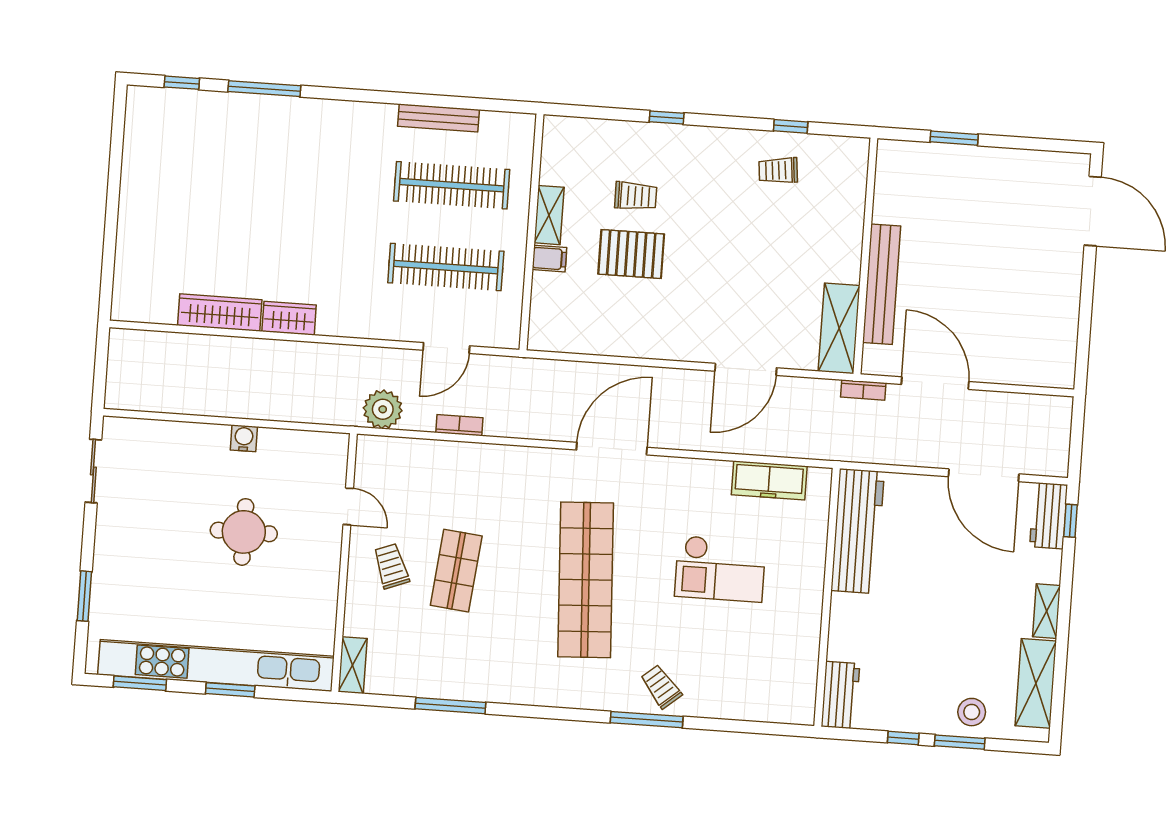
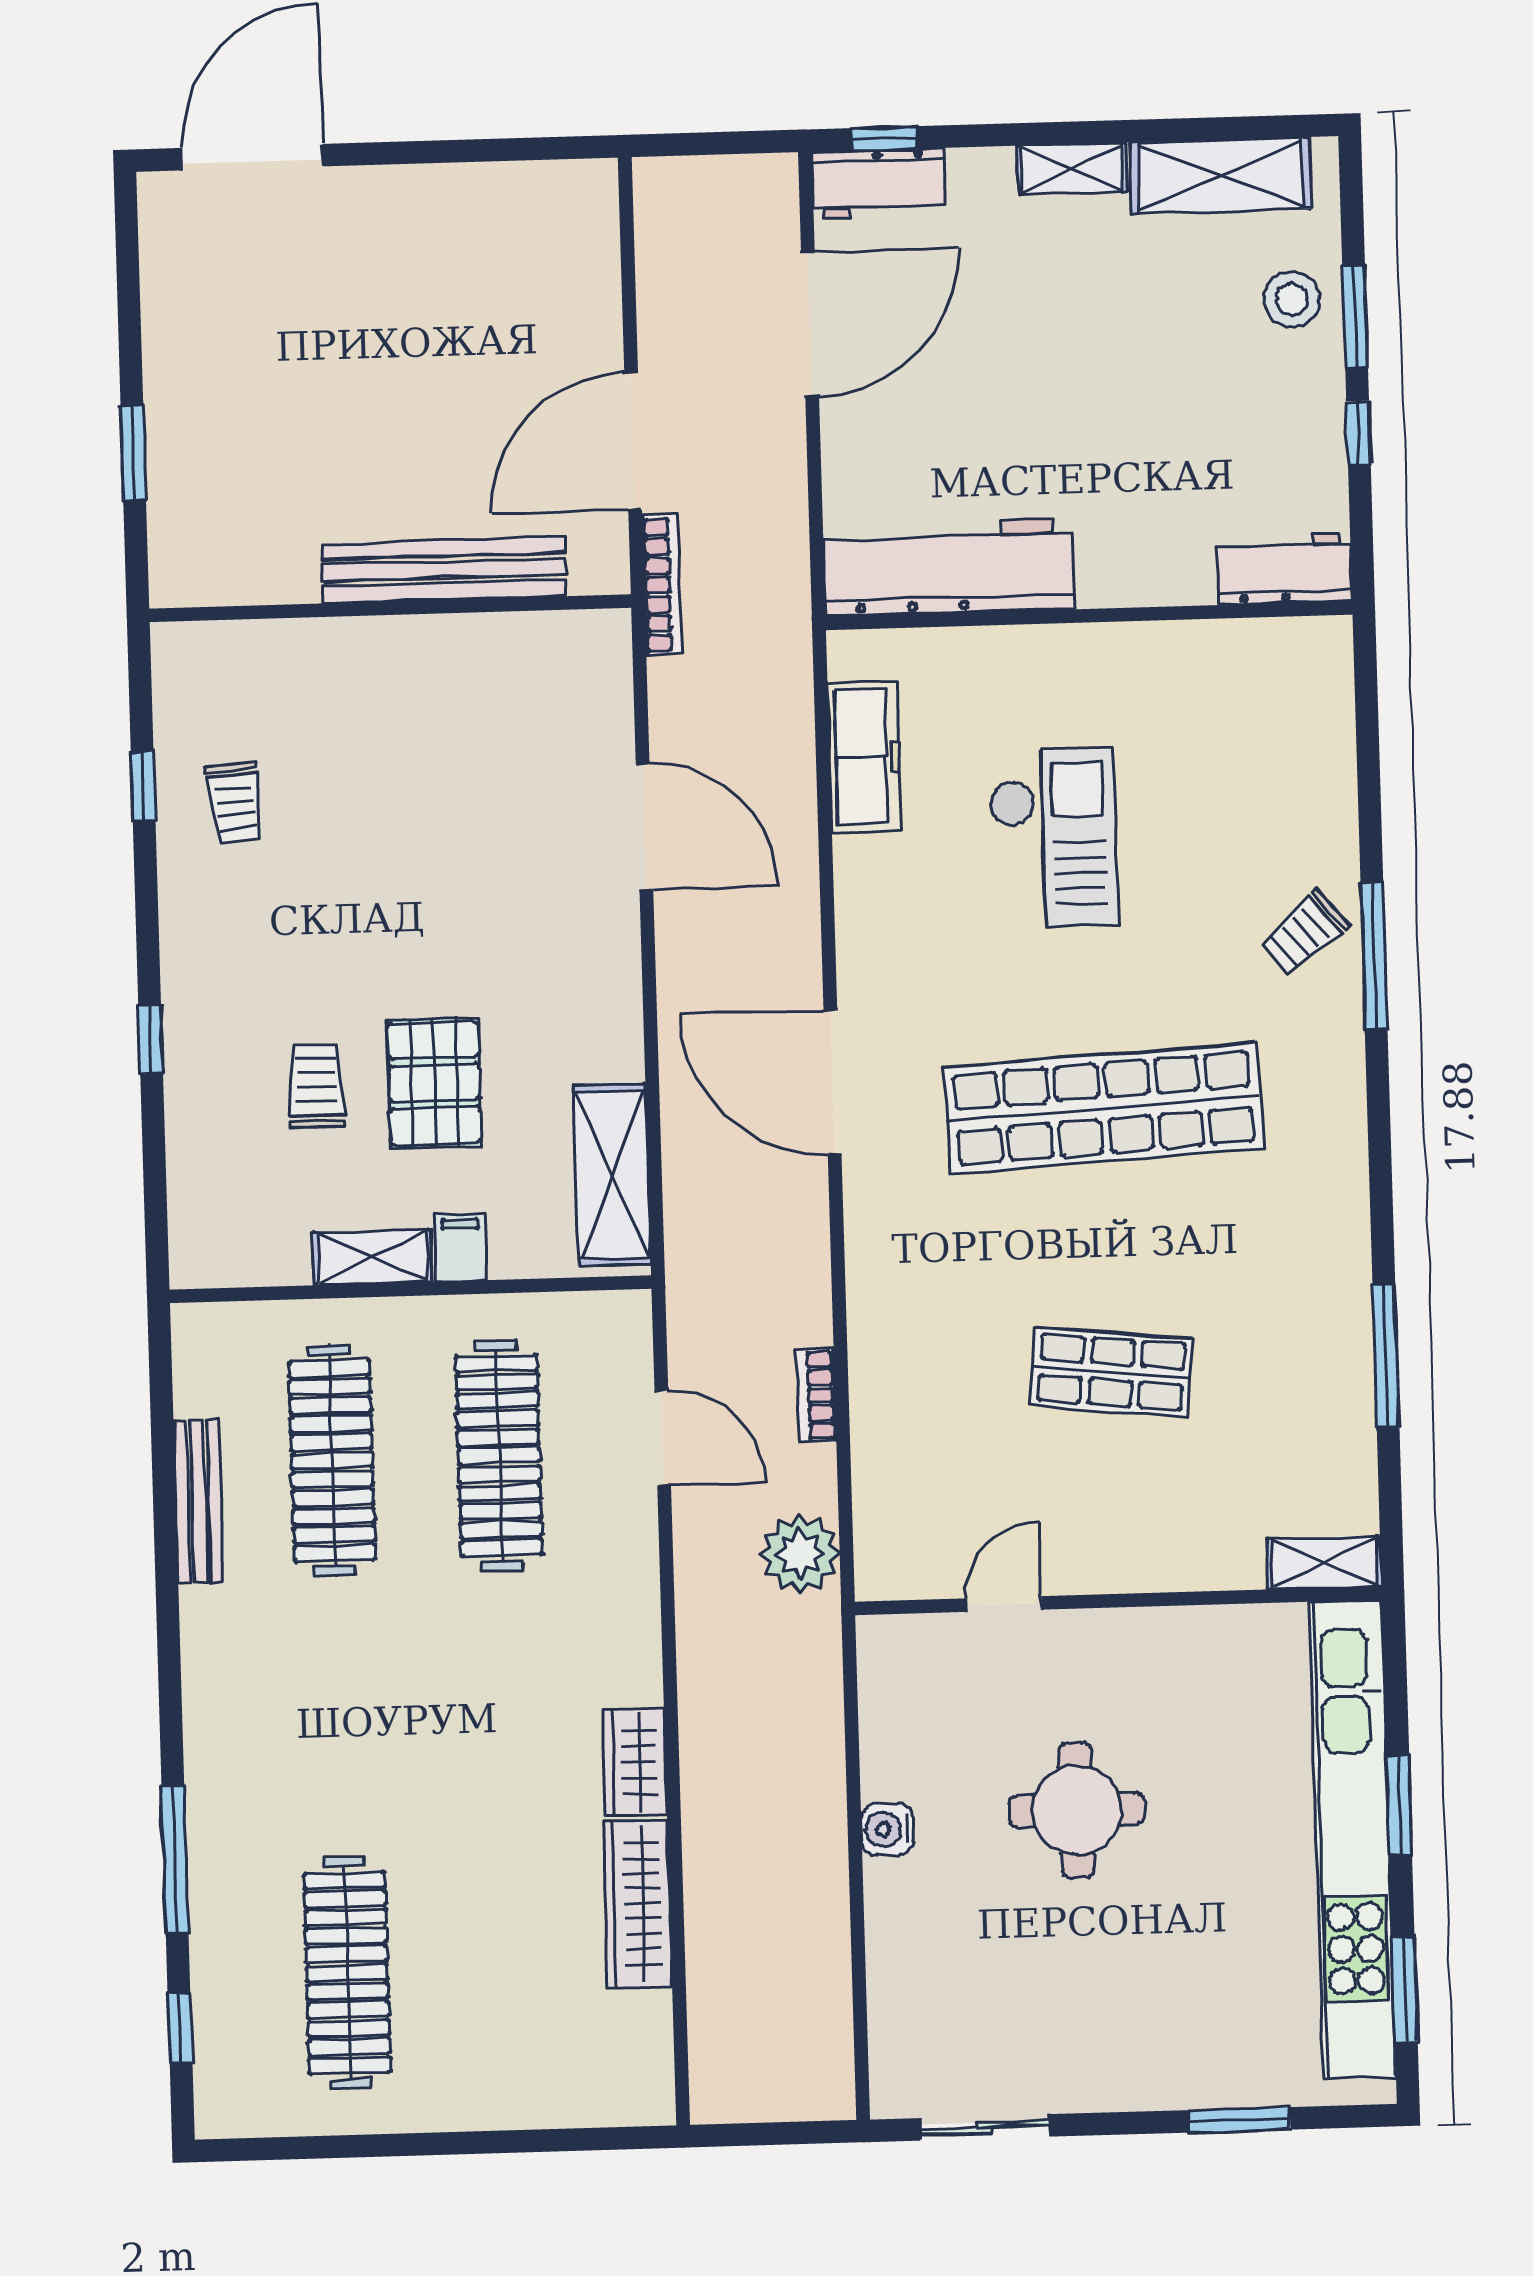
clothes rail: (201, 167) -> (347, 1973), added
shelving: (839, 328) -> (612, 1175), moved, turned 90
bookcase: (863, 390) -> (662, 585), width x1.56
trolley: (391, 566) -> (1116, 1505), removed

